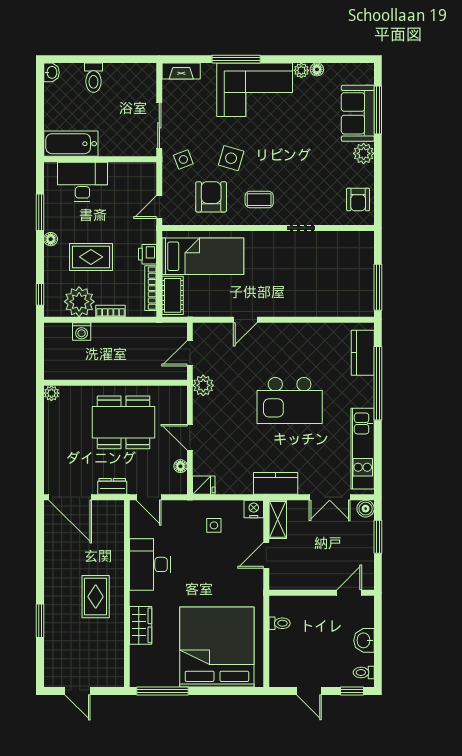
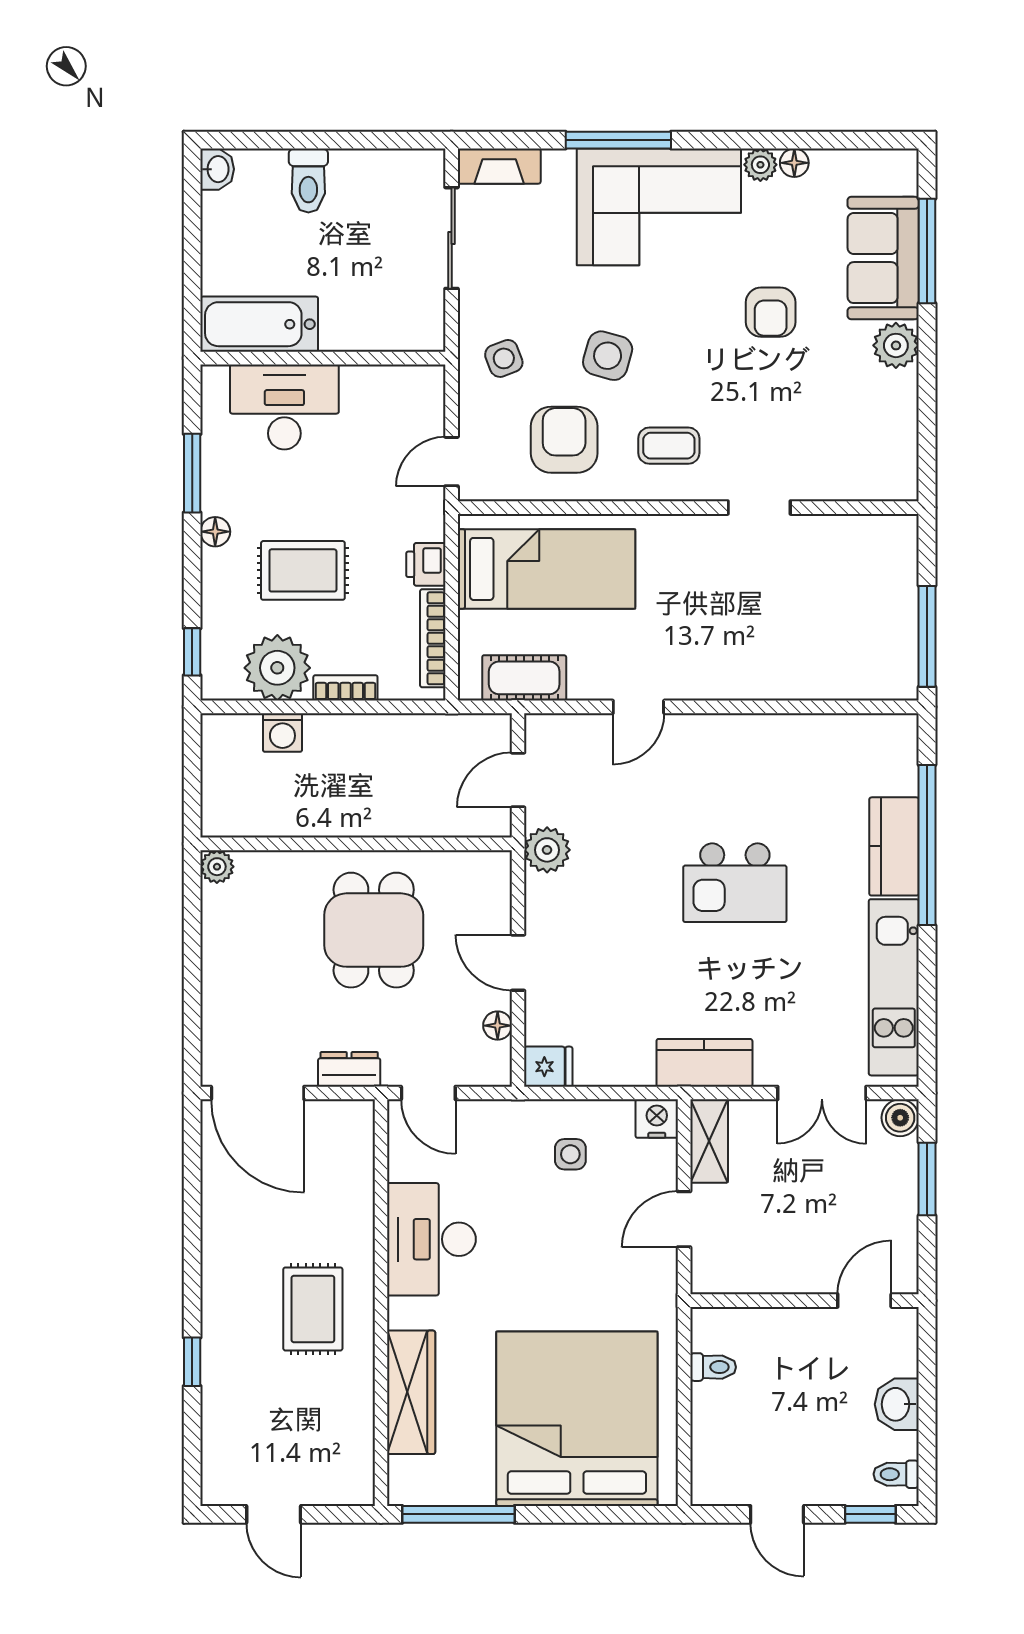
sliding door: (159, 125) -> (452, 238), moved
armchair: (358, 199) -> (771, 312), moved
cot: (173, 295) -> (524, 678), moved, turned 90
kitchen counter: (363, 353) -> (894, 846), moved
kitchen island: (290, 401) -> (735, 883), width x0.73, depth x0.78
dining table: (124, 422) -> (374, 930), width x0.73
window: (40, 621) -> (192, 1362), width x0.67
wardrobe: (141, 625) -> (411, 1392), width x1.50

